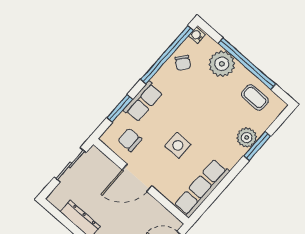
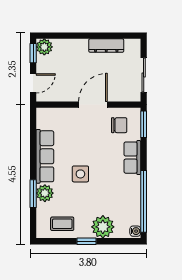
chair: (183, 63) -> (129, 205), removed
window: (247, 64) -> (87, 241), width x0.32
window: (120, 108) -> (144, 124), moved
side table: (178, 145) -> (80, 174), moved
row of seats: (202, 188) -> (45, 156), moved

